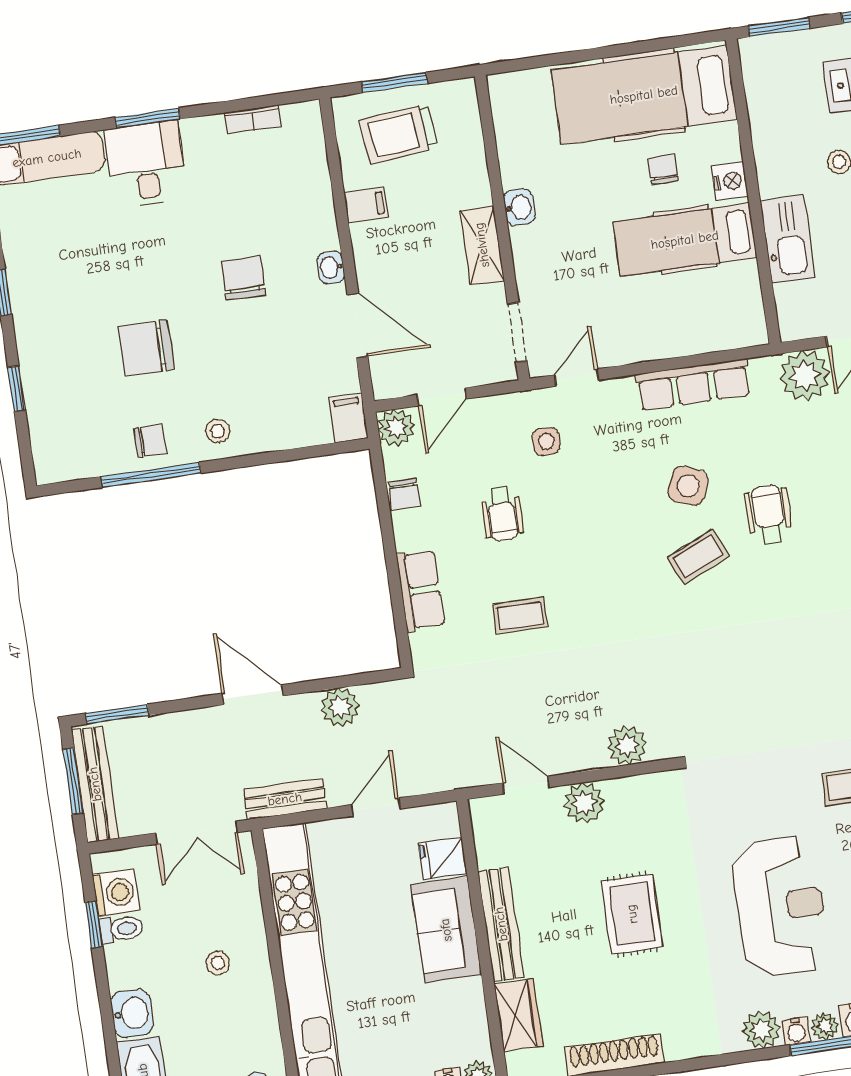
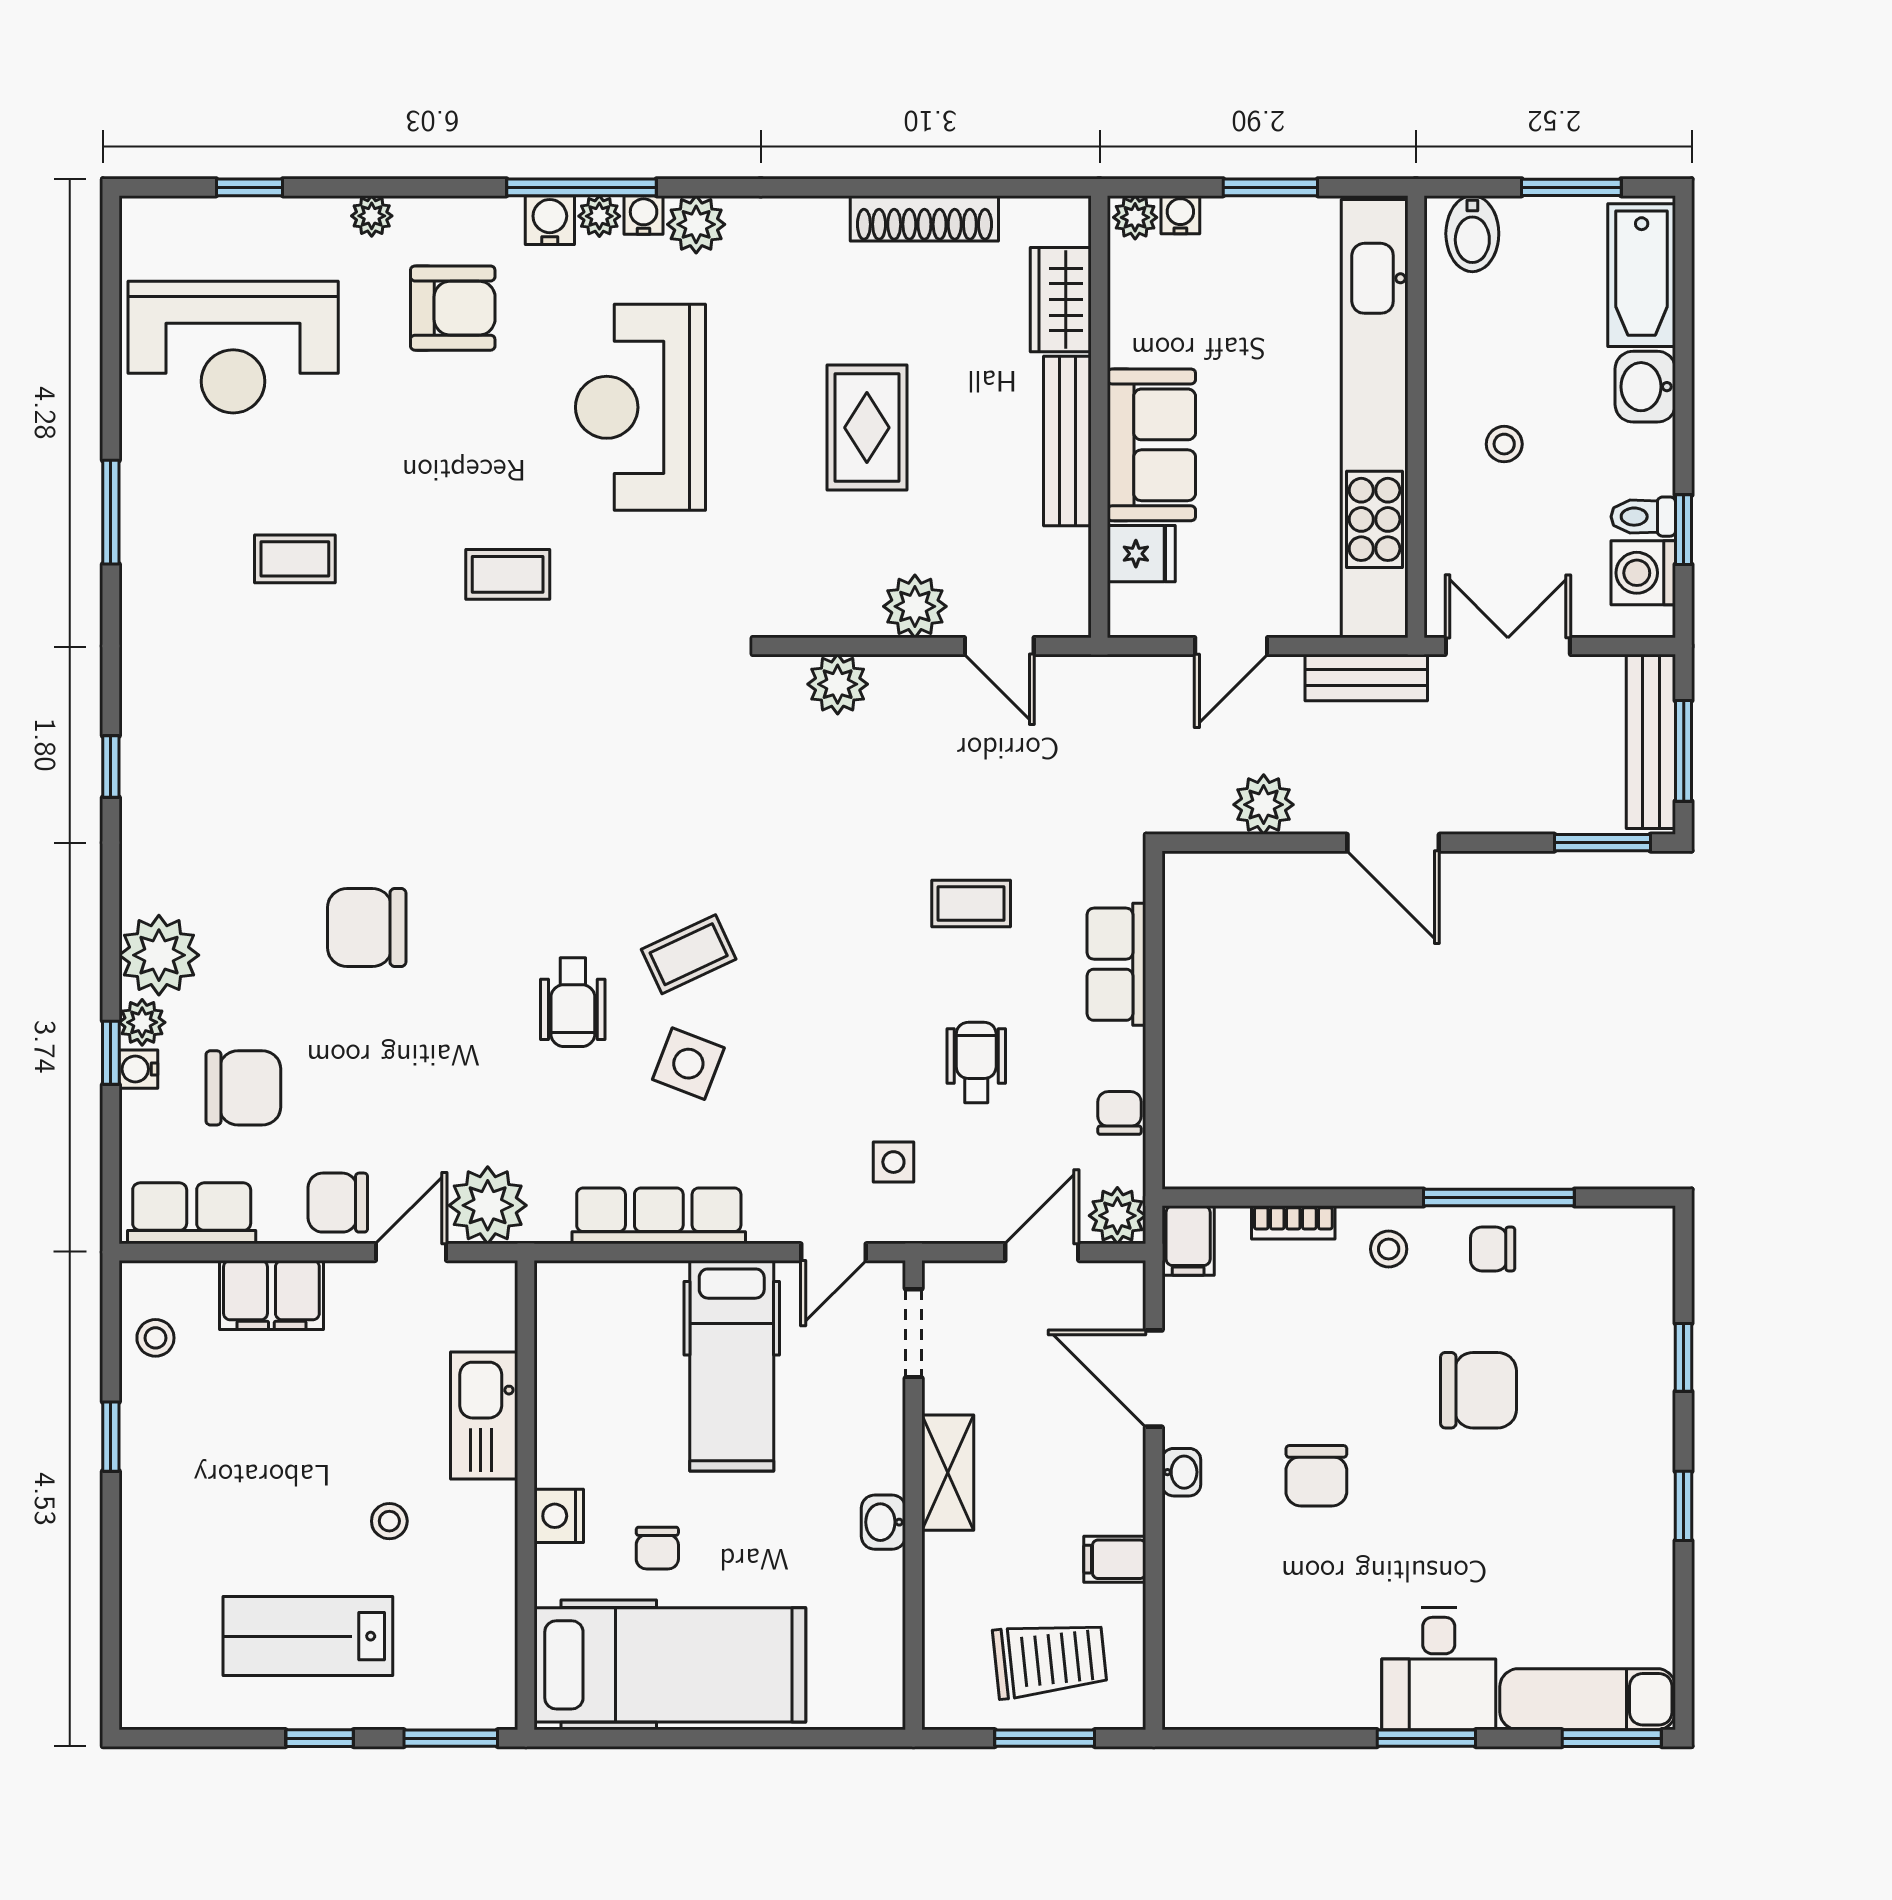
bookcase: (253, 119) -> (1293, 1222), moved, turned 180
hospital bed: (685, 240) -> (732, 1366), moved, turned 90

